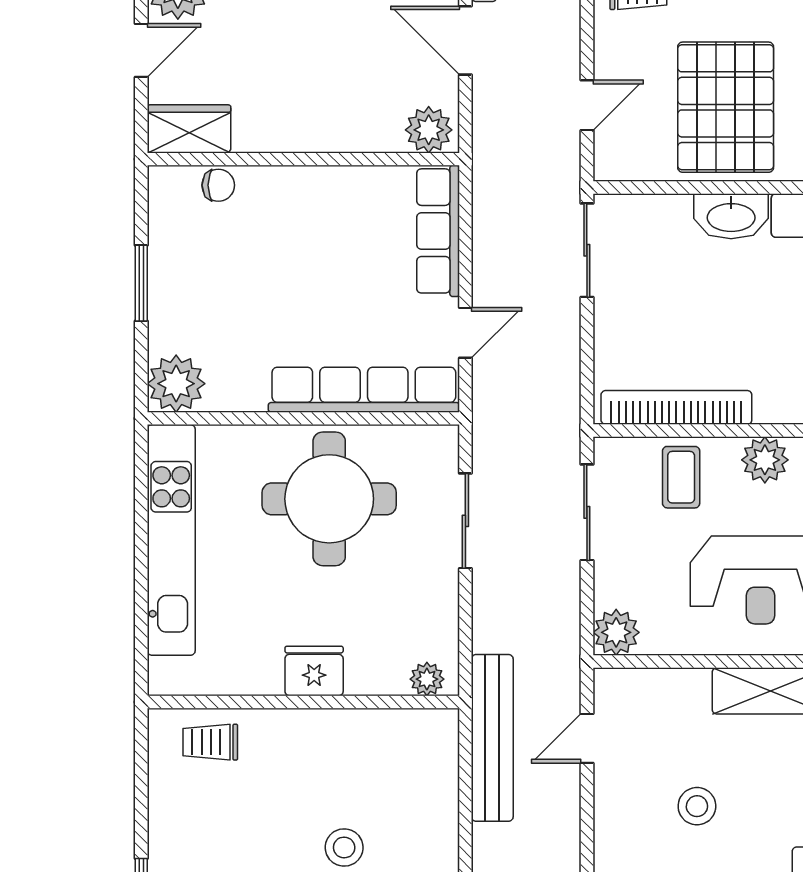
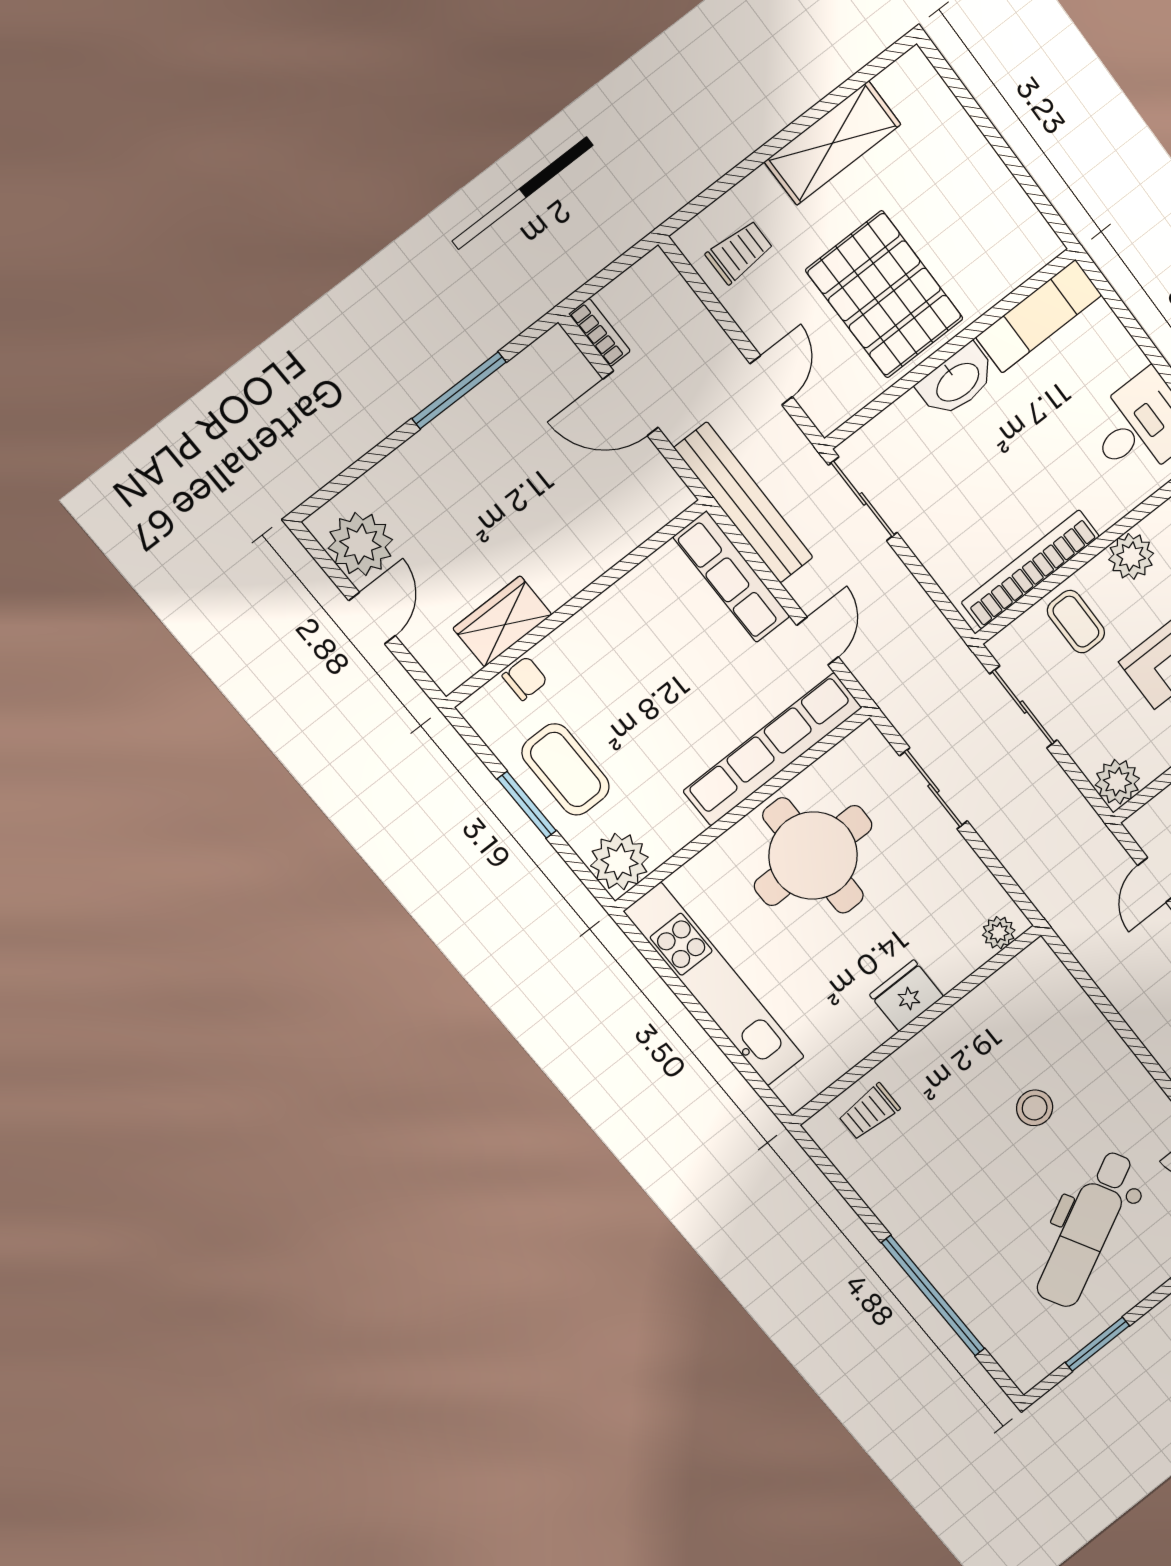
wardrobe: (189, 129) -> (502, 621), moved
plant: (429, 130) -> (659, 500), removed
coffee table: (193, 279) -> (566, 769), added
bench: (492, 738) -> (744, 503), moved

